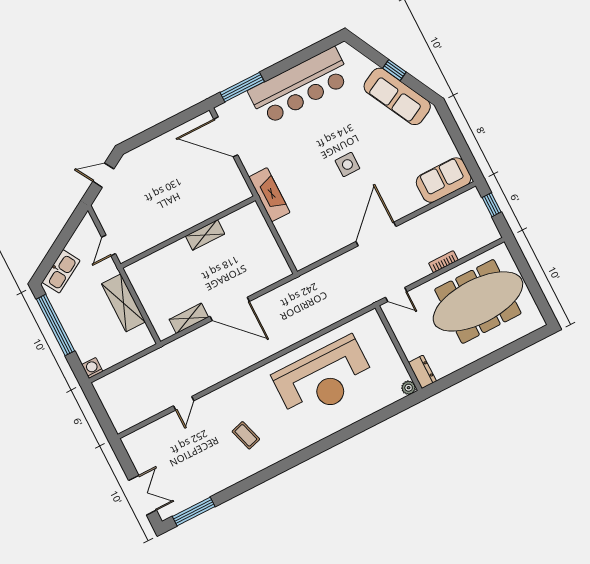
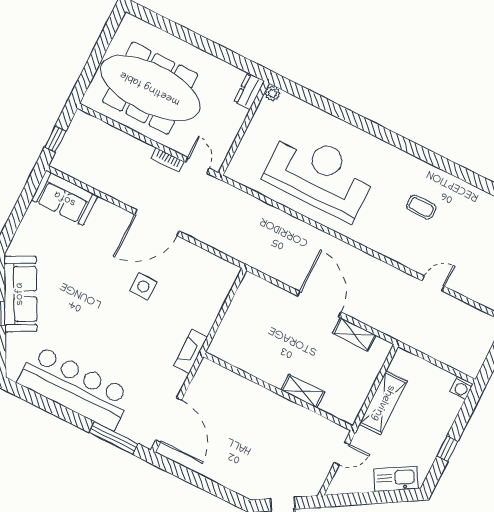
side table: (347, 164) -> (143, 287), moved
fireplace: (269, 195) -> (191, 352), width x0.73, depth x0.76
shelving: (205, 235) -> (303, 391), moved
bookcase: (443, 262) -> (167, 160), moved
window: (55, 325) -> (447, 449), width x0.32
coffee table: (246, 435) -> (421, 207), turned -73

